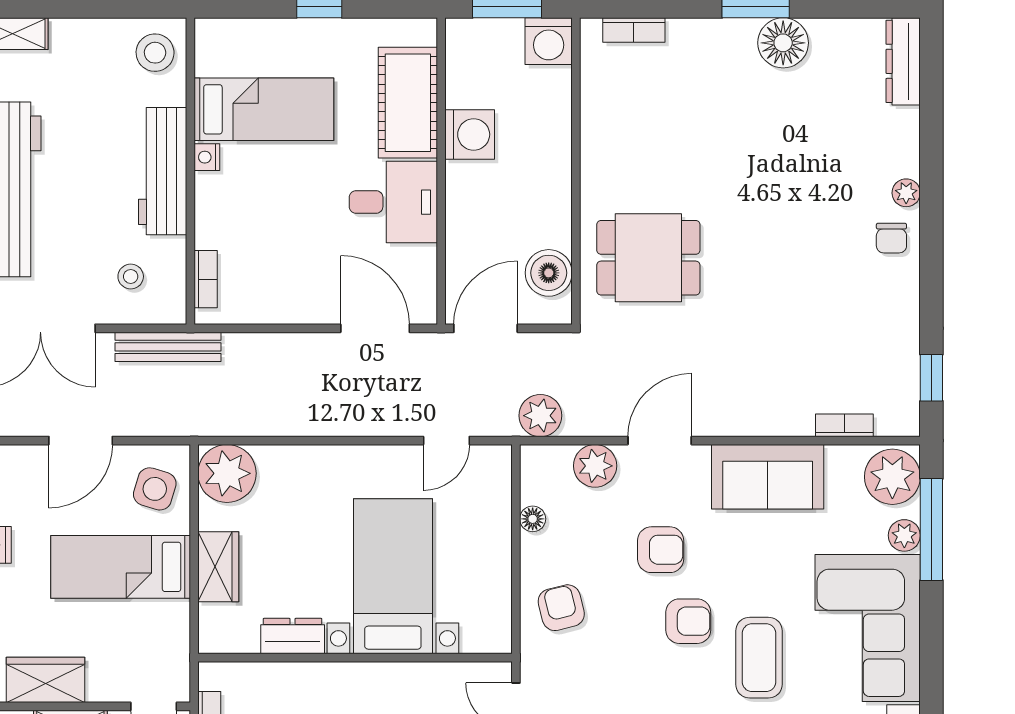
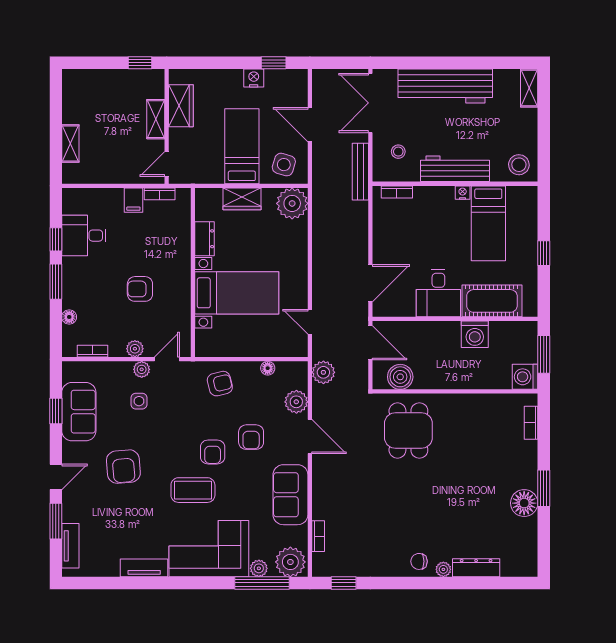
dresser: (903, 61) -> (476, 568), moved

